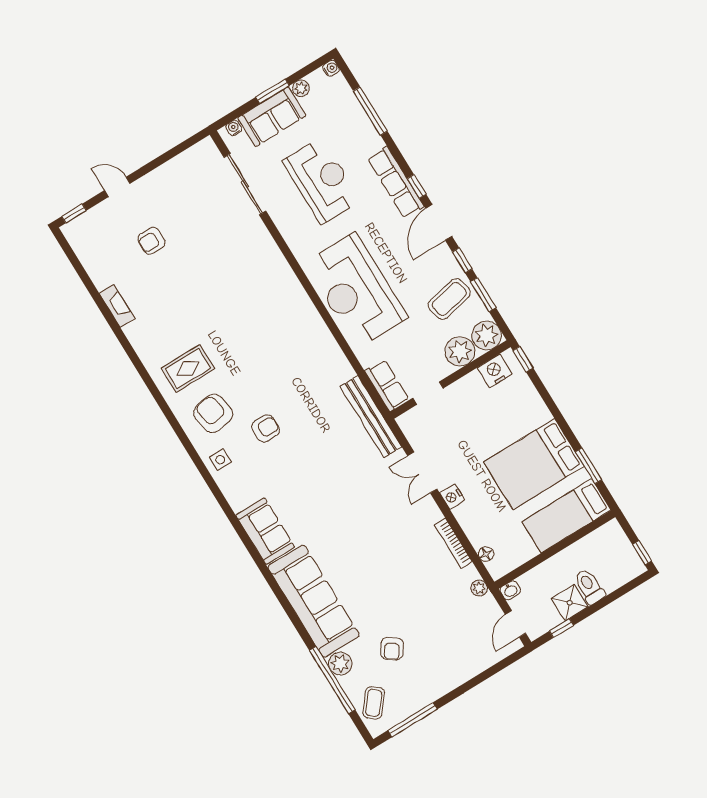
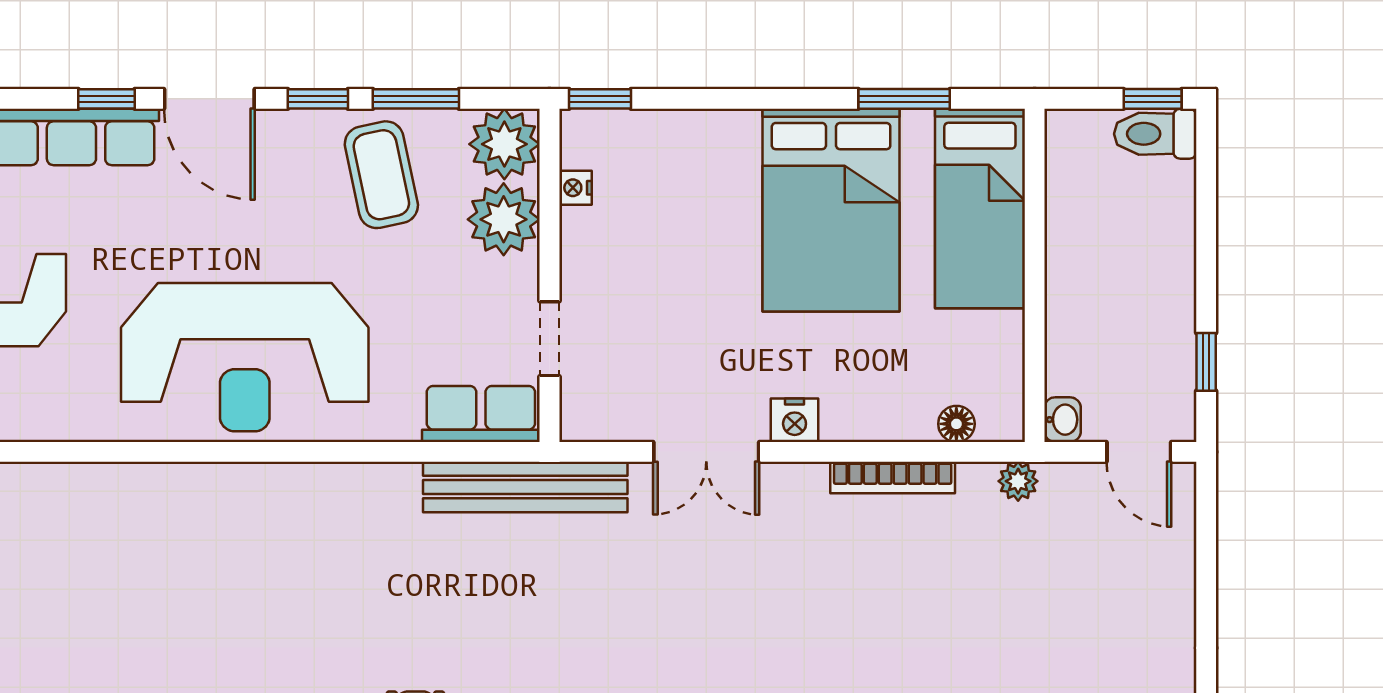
nightstand: (495, 371) -> (575, 188), width x0.53, depth x0.56
toilet: (589, 586) -> (1155, 134), moved
shower: (570, 603) -> (1164, 313), removed

